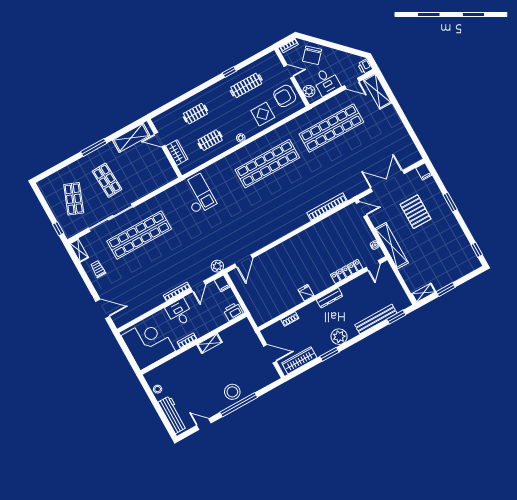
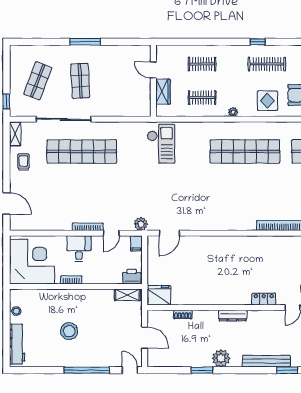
shelving: (131, 138) -> (127, 53), removed
locker: (347, 271) -> (264, 299), width x0.66
fridge: (306, 293) -> (159, 295), moved, width x1.88, depth x1.34
shelving: (210, 343) -> (127, 295), moved
wardrobe: (299, 360) -> (170, 360), removed
stool: (232, 392) -> (69, 331), moved
door: (204, 424) -> (130, 370), moved

